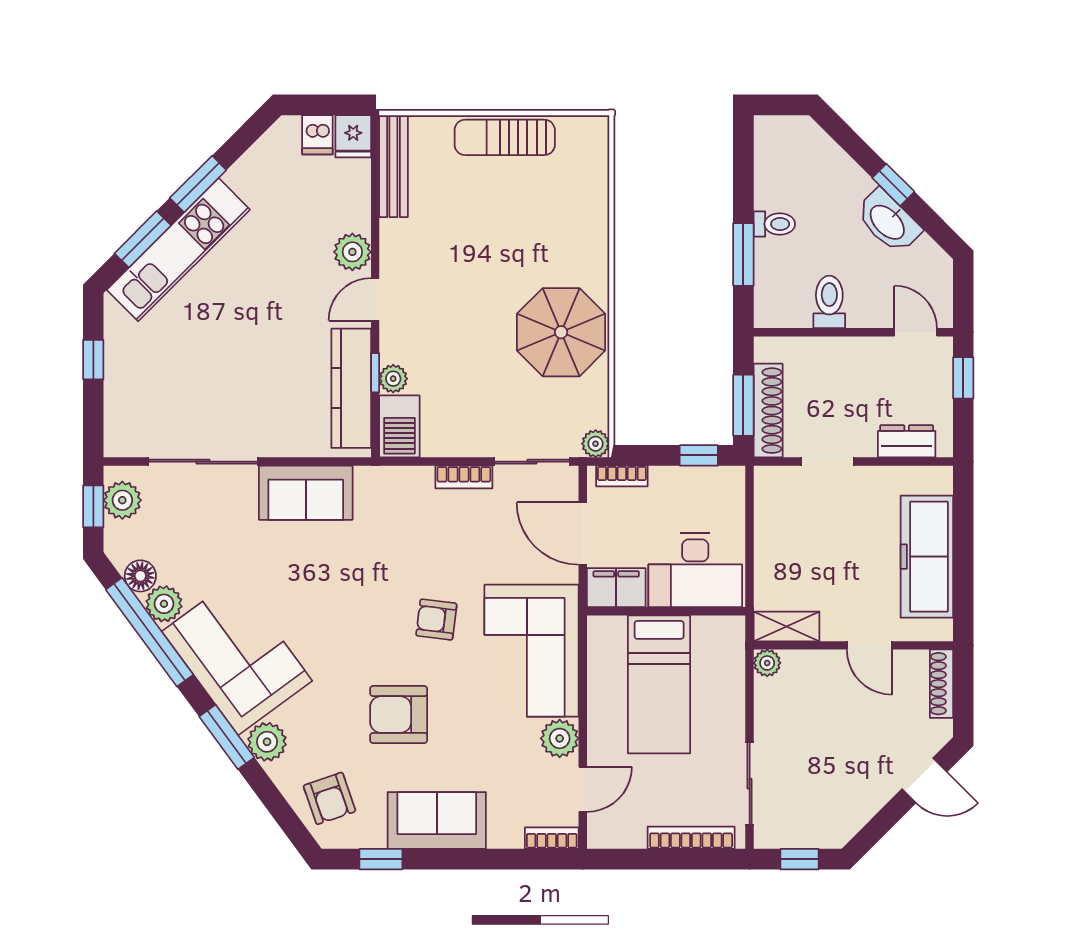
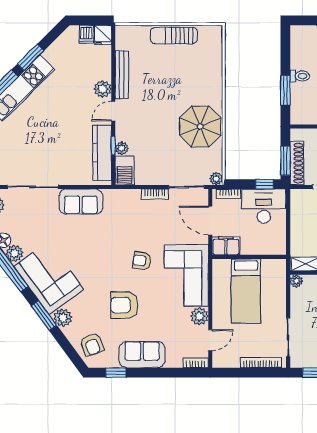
bench: (393, 166) -> (122, 75), moved
desk: (695, 570) -> (264, 206), moved, turned 180

